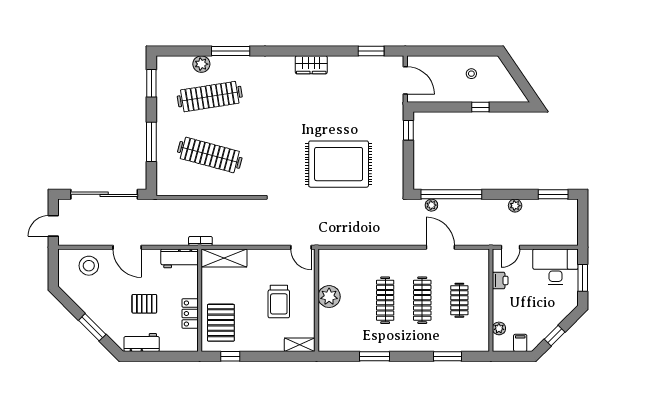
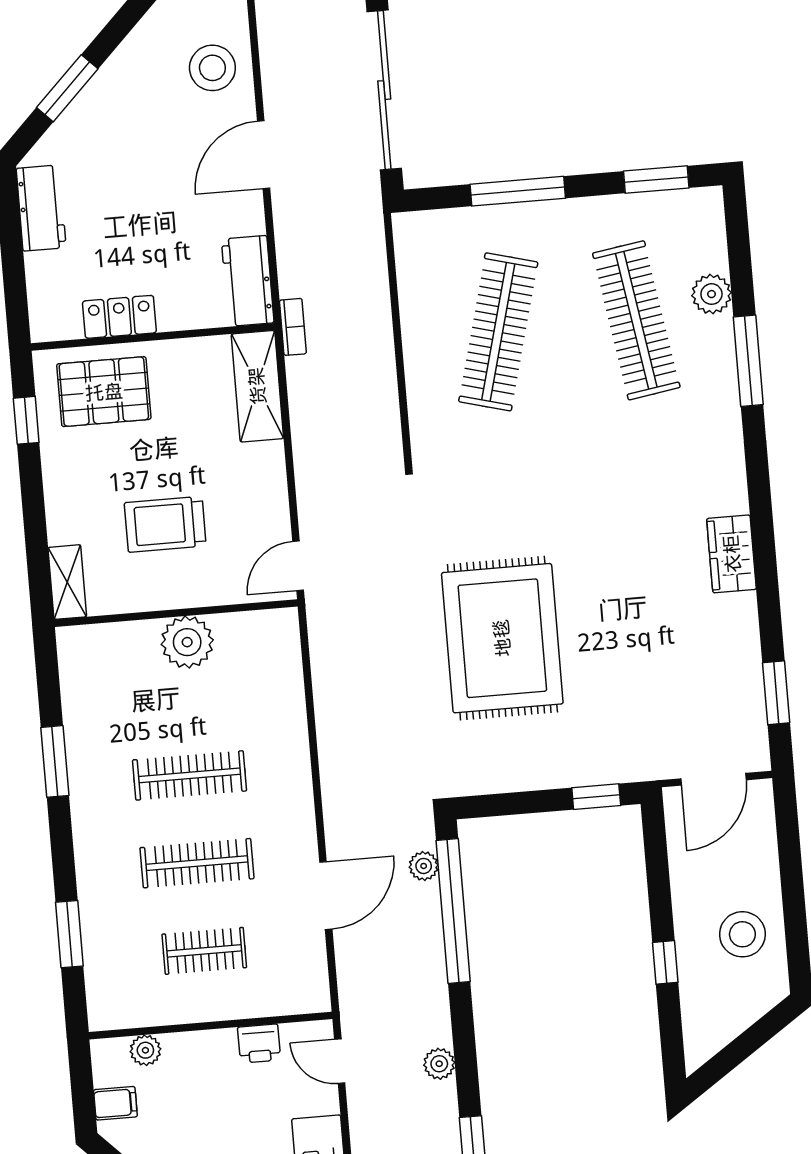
stool: (471, 74) -> (742, 934), width x1.89, depth x1.89
pallet: (144, 304) -> (133, 207), removed

